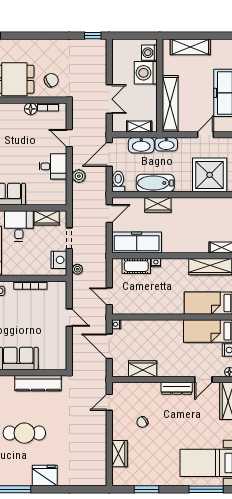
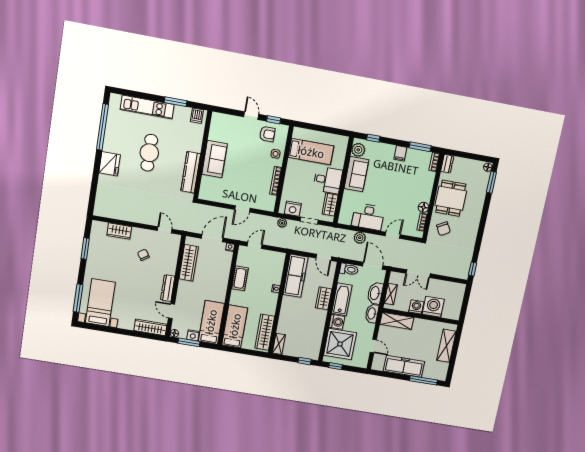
washing machine: (149, 53) -> (416, 307), moved
shelving: (170, 104) -> (397, 321), width x0.68
desk: (53, 166) -> (368, 217), width x1.37
washing machine: (183, 184) -> (337, 322), added
cot: (136, 266) -> (240, 278), moved
wardrobe: (143, 369) -> (189, 263), width x1.50

